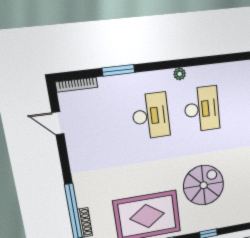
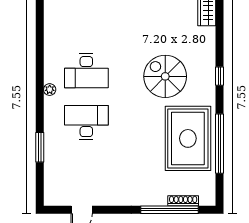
bookcase: (77, 85) -> (48, 187), removed
desk: (202, 109) -> (86, 71), turned 180

